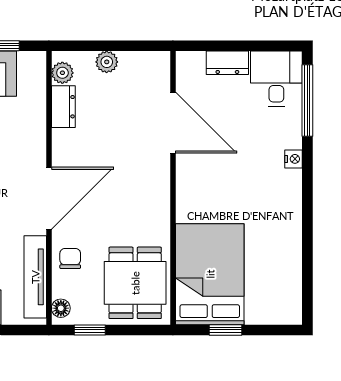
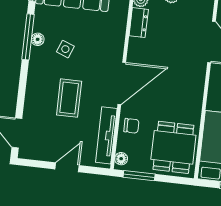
chair: (70, 258) -> (131, 126), turned 90
window: (90, 330) -> (139, 176), width x1.50

